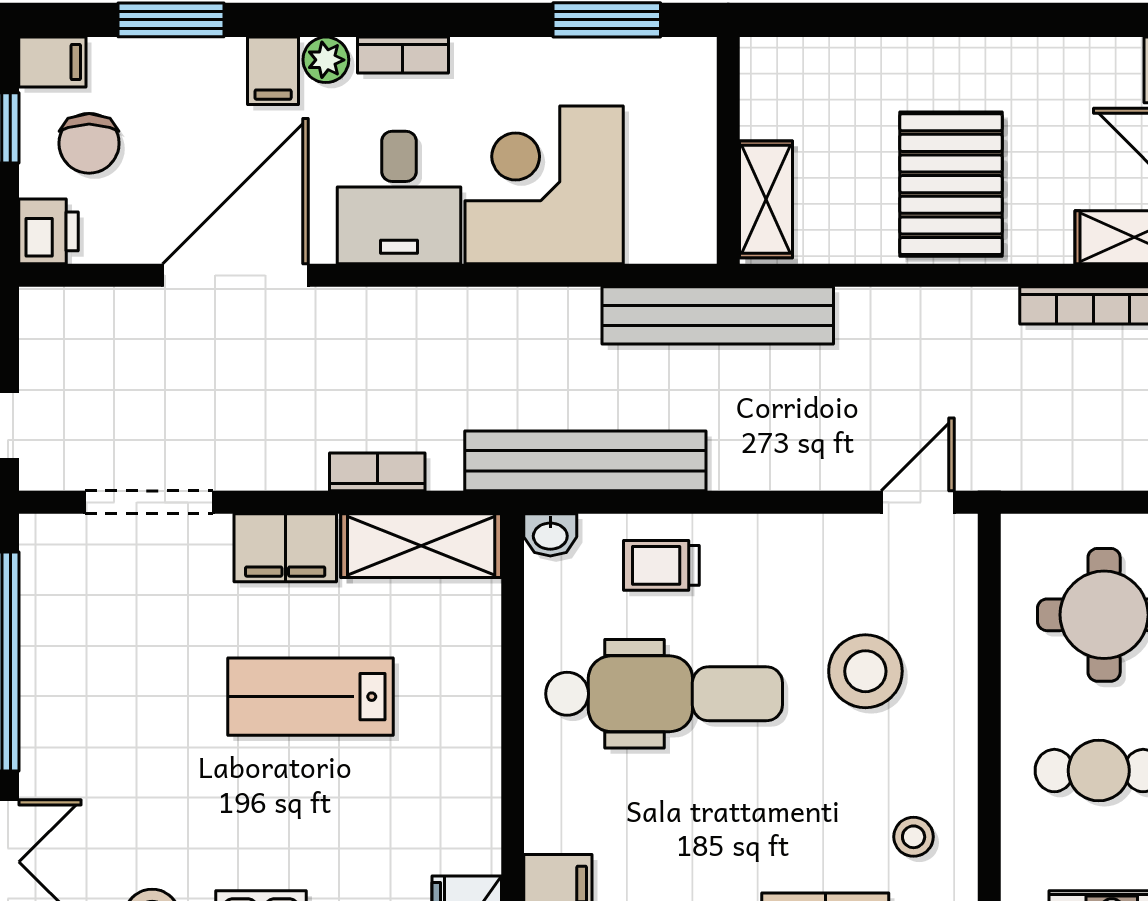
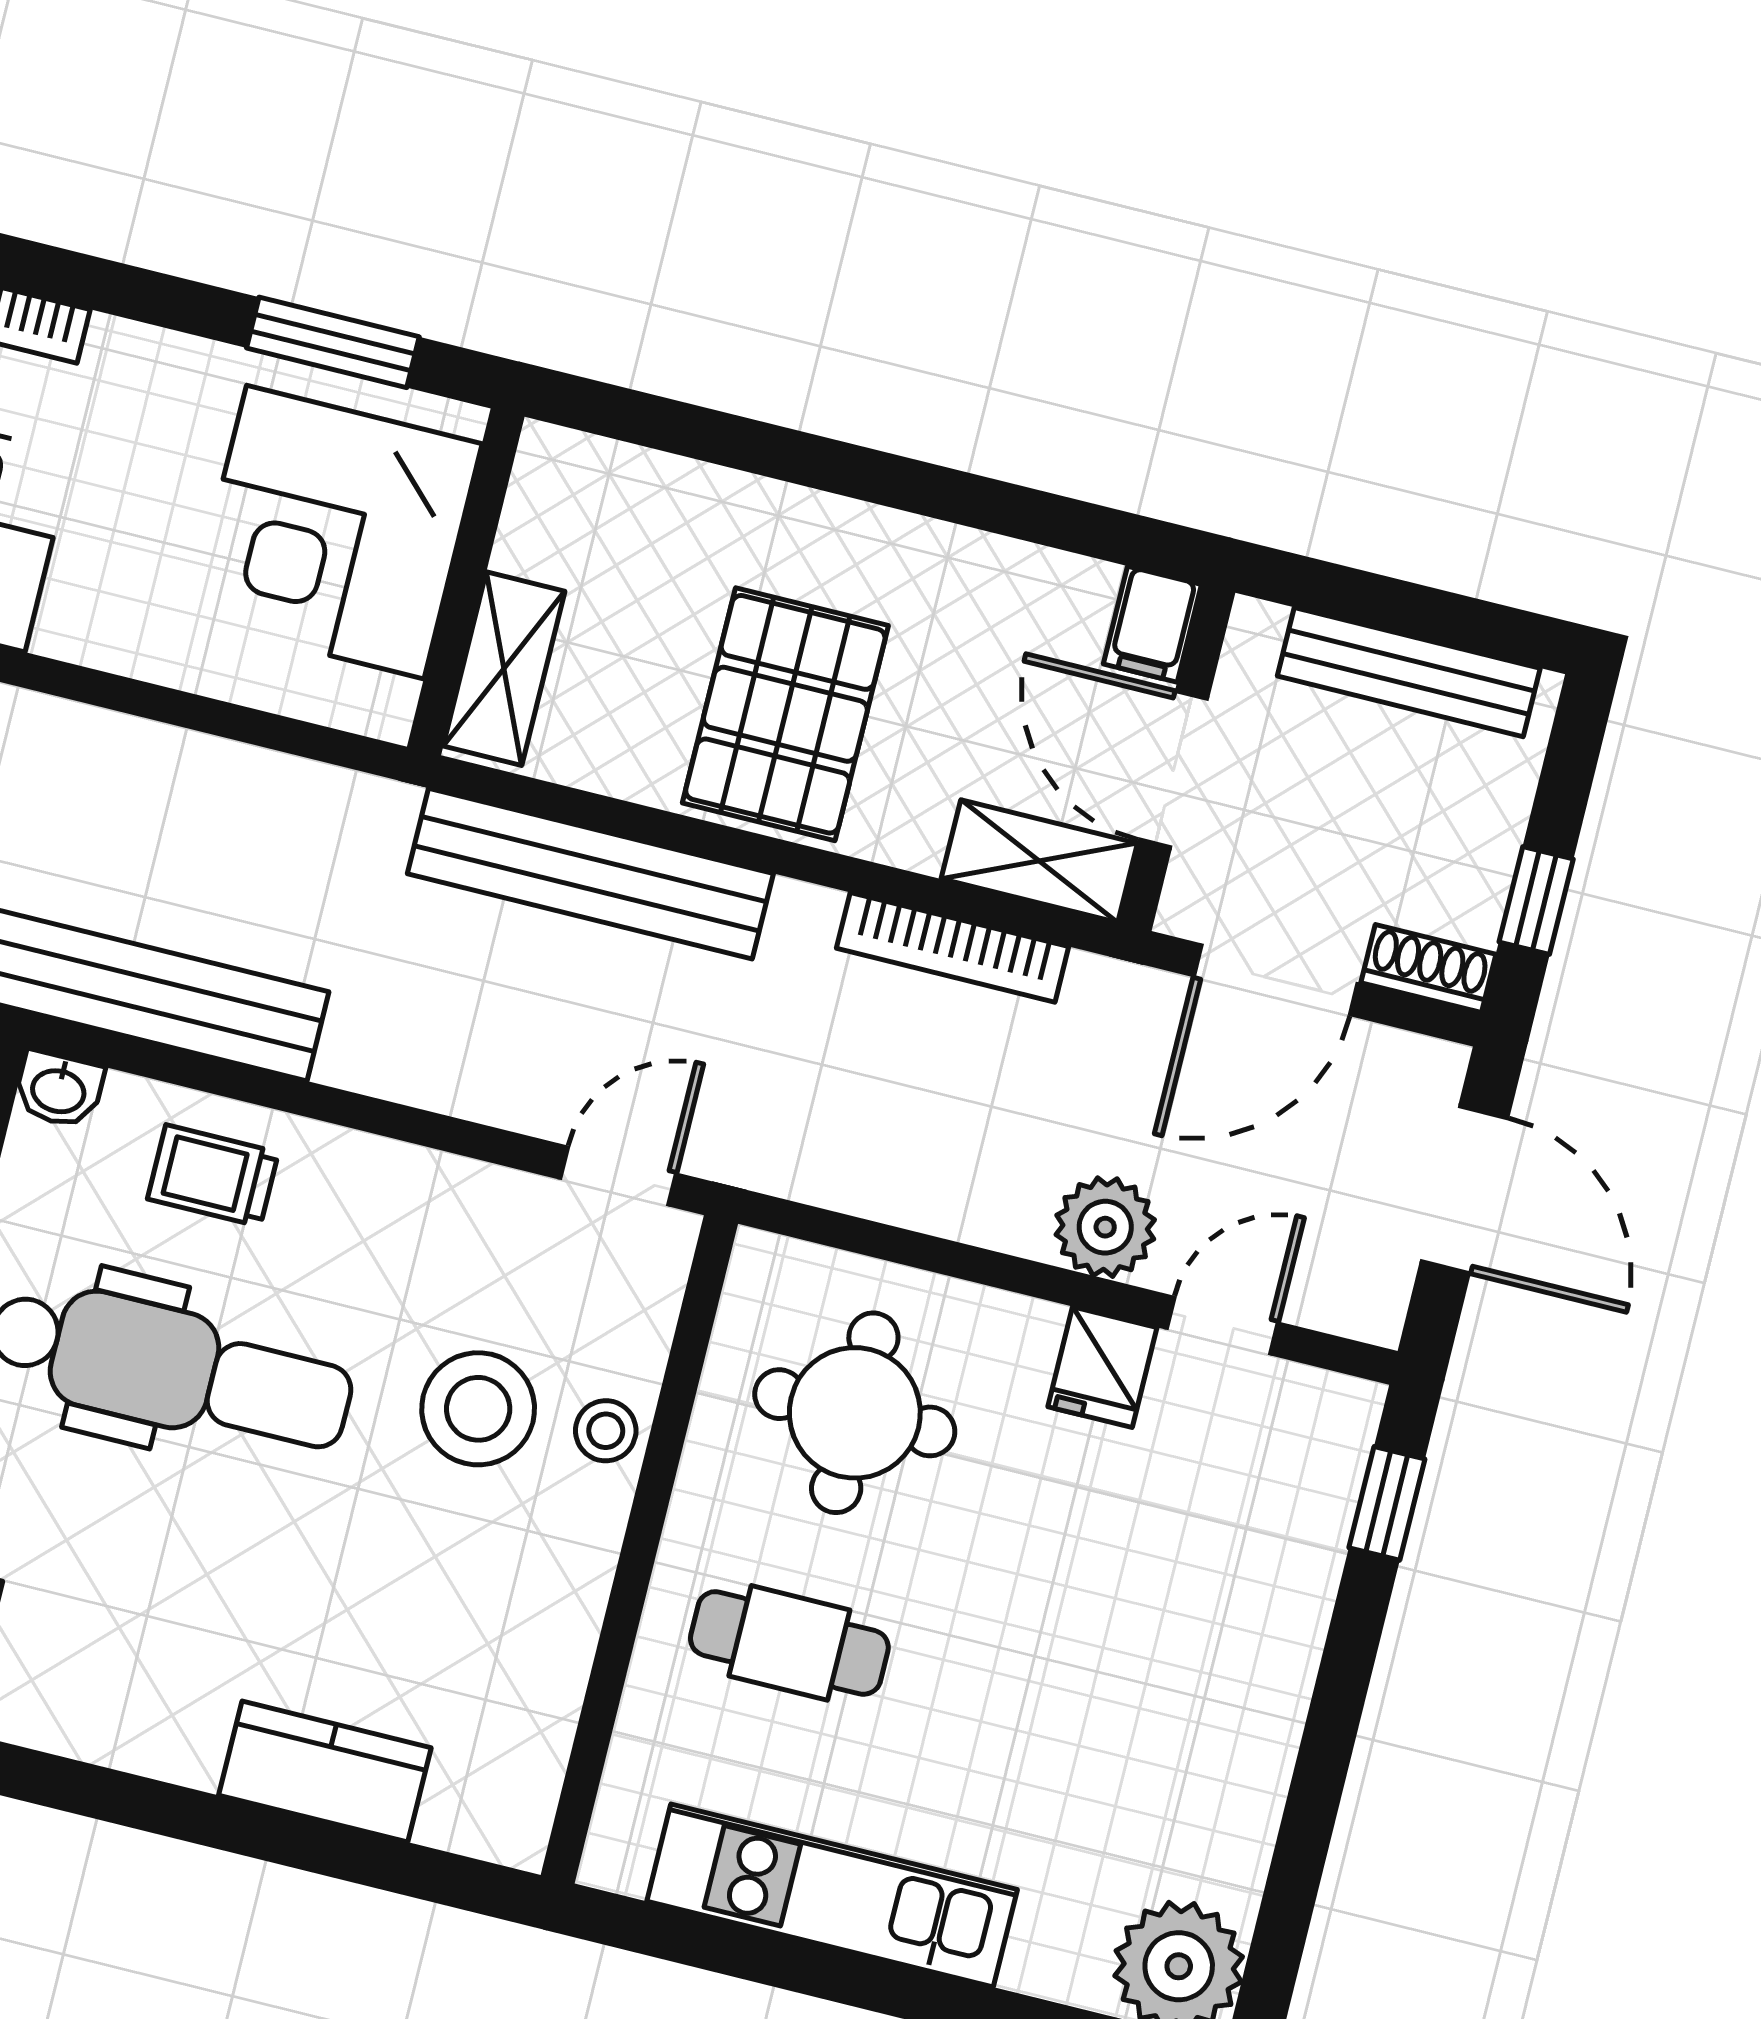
corner desk: (544, 185) -> (335, 532), moved, turned -90
bench: (718, 315) -> (590, 874), moved
stool: (914, 837) -> (606, 1431), moved

